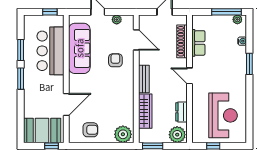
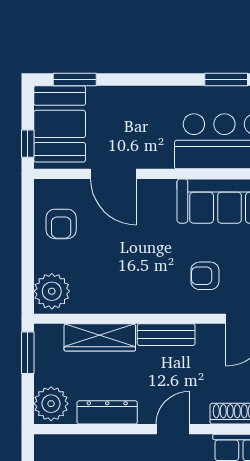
armchair: (115, 60) -> (205, 276), turned 180
window: (21, 79) -> (75, 79), moved
dresser: (181, 112) -> (107, 412), width x1.44

